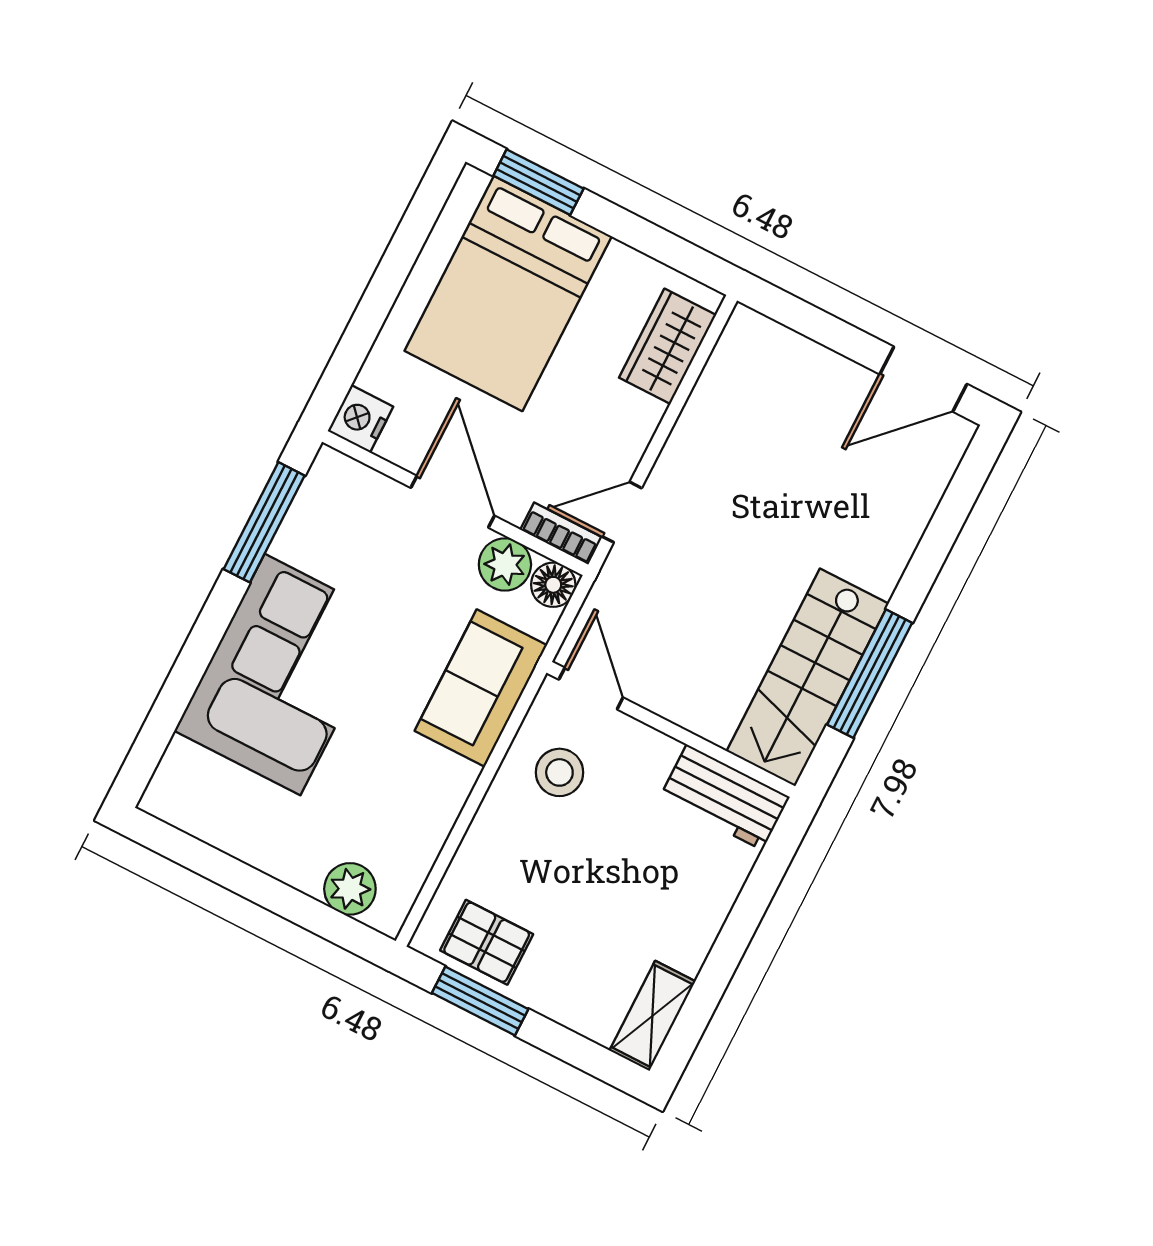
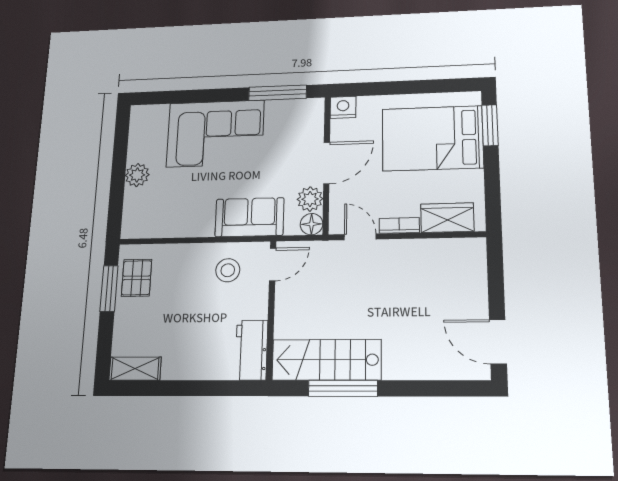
bookcase: (561, 533) -> (399, 225), moved, turned -90
plant: (350, 889) -> (137, 175), moved

